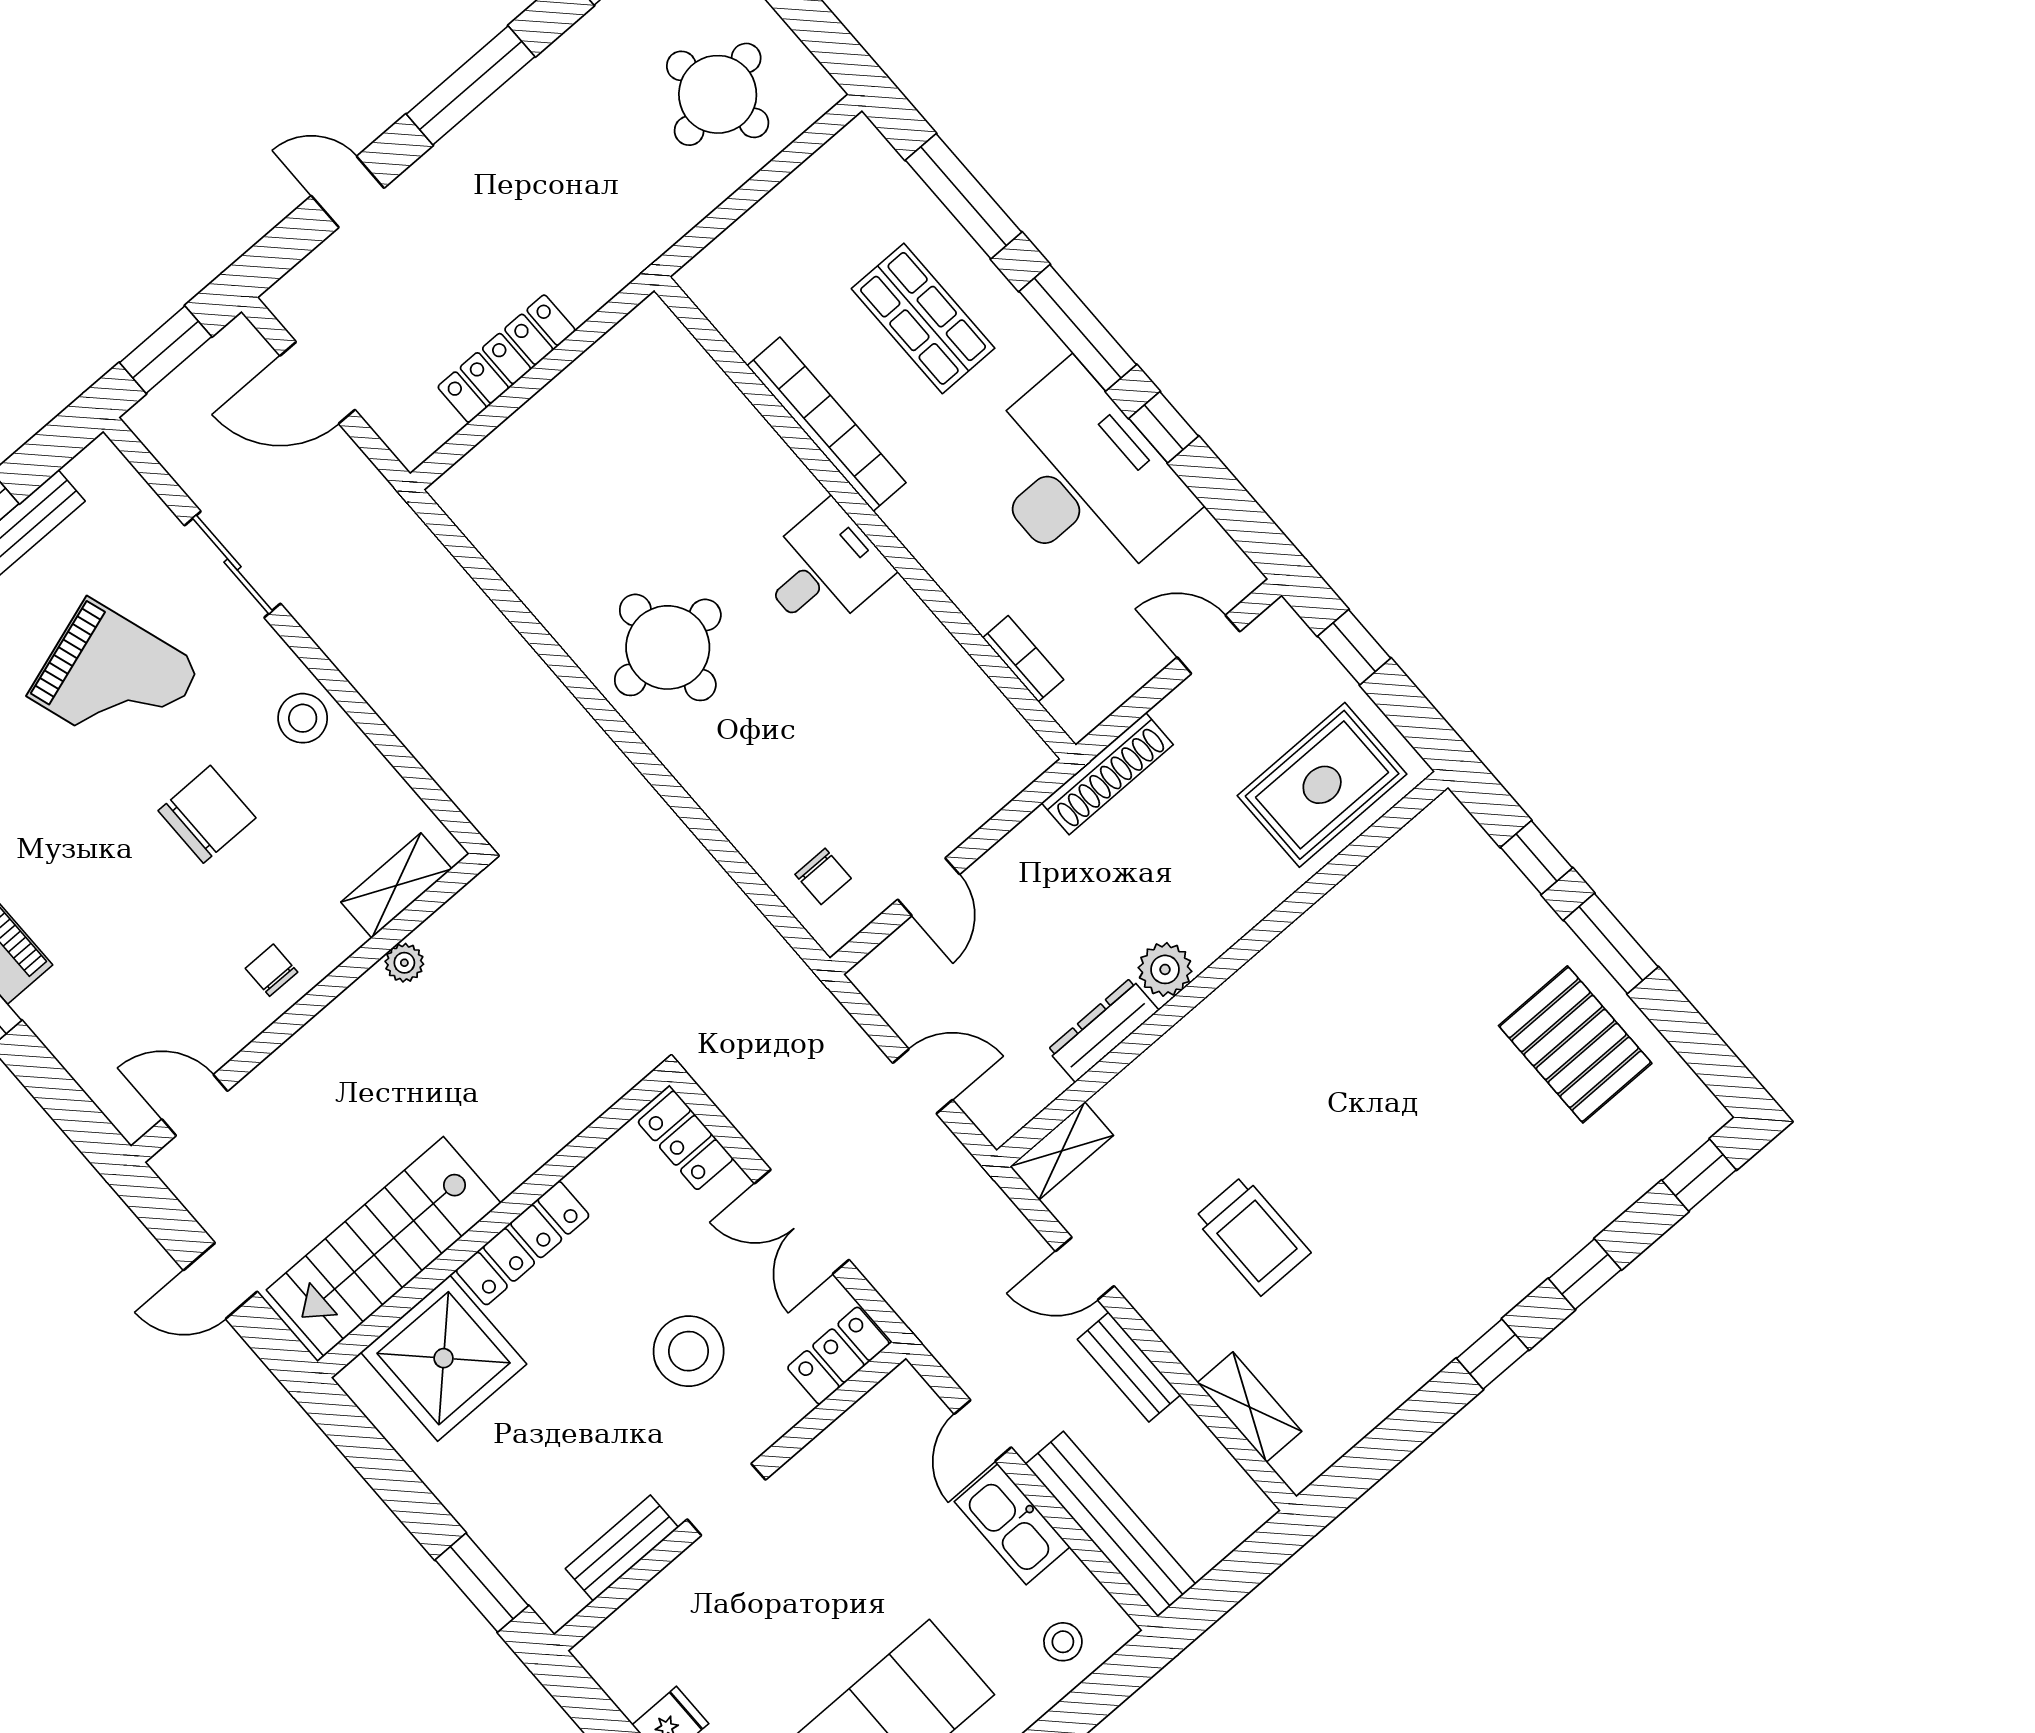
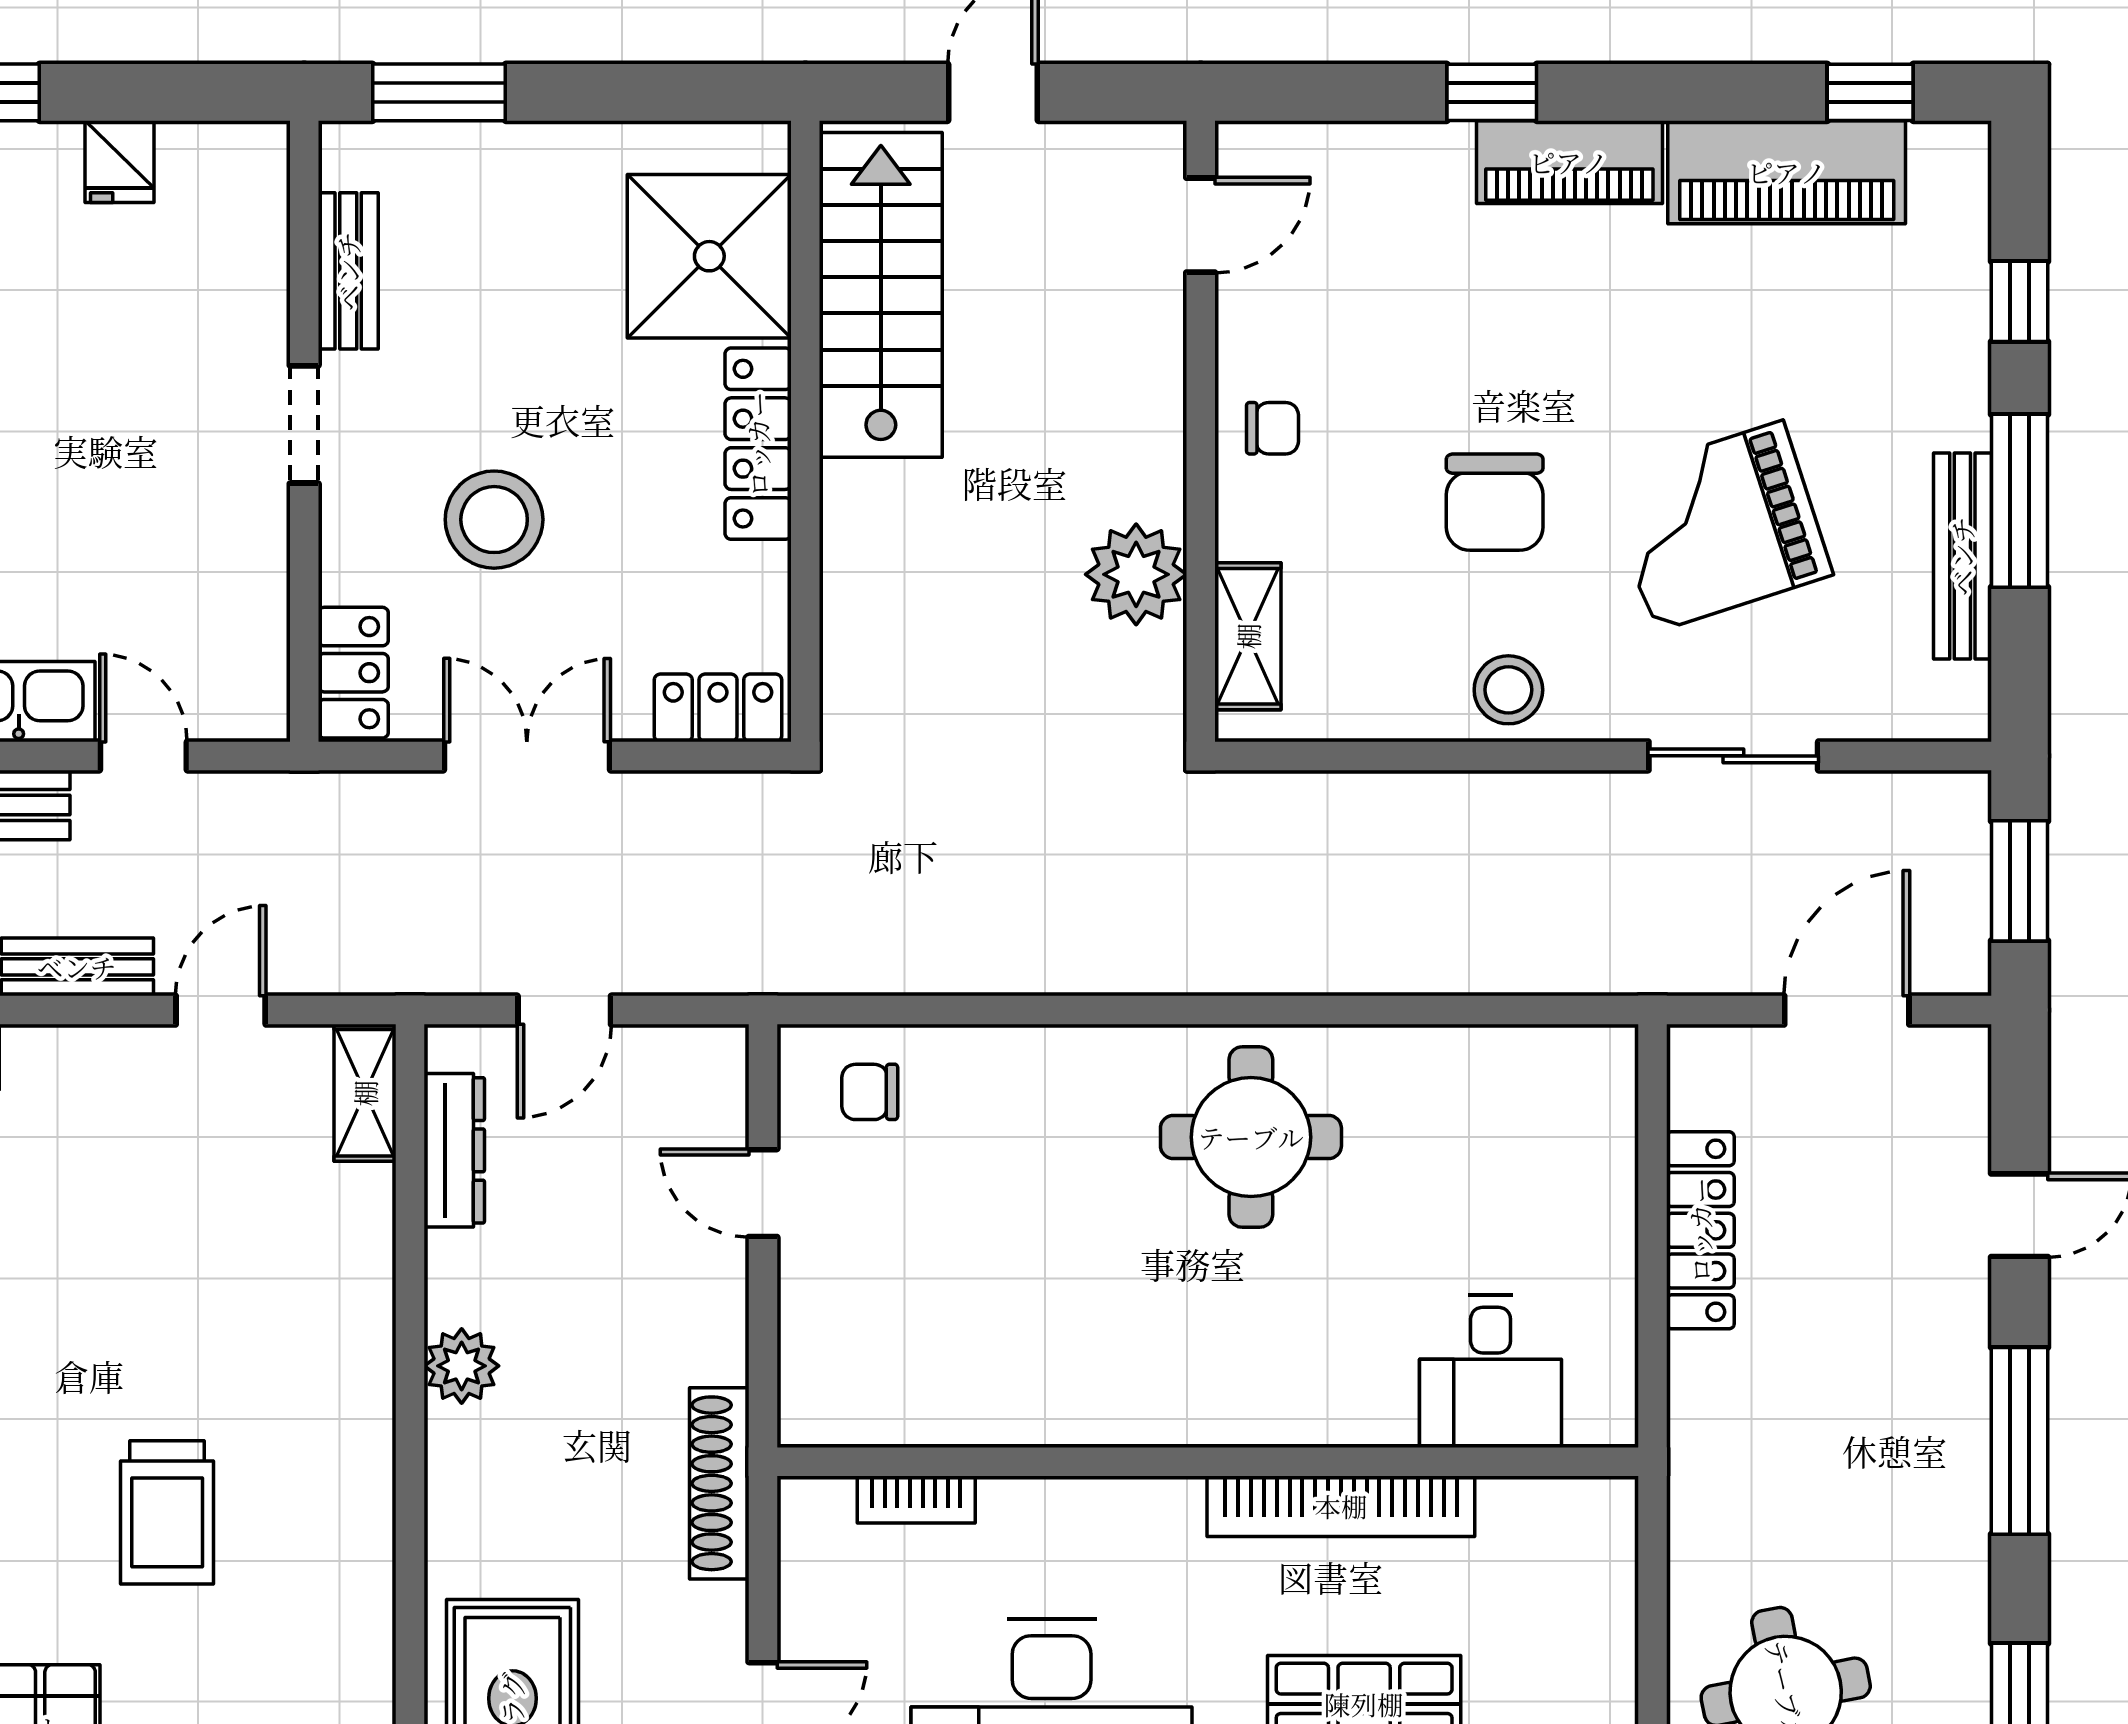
desk: (823, 569) -> (1491, 1371), moved
plant: (404, 963) -> (1136, 574), width x1.88, depth x1.88
dresser: (1103, 1030) -> (454, 1150), moved
trolley: (1252, 1235) -> (167, 1512), moved, turned -90

